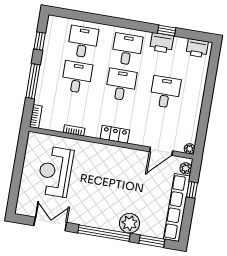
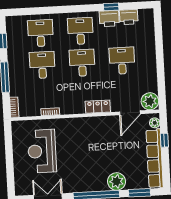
printer: (197, 48) -> (129, 17), moved
locker: (115, 134) -> (98, 107), moved
plant: (190, 149) -> (150, 101), width x1.87, depth x1.87

